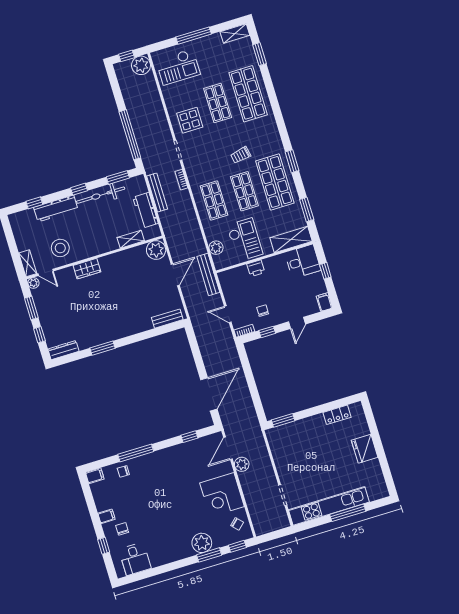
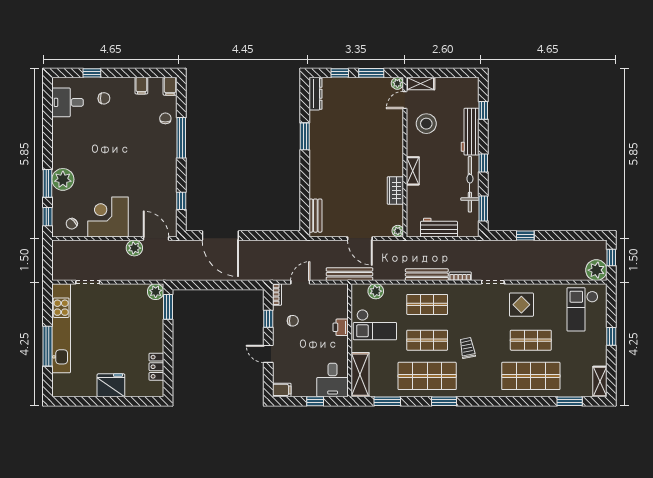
window: (194, 36) -> (611, 336), width x0.46
window: (130, 135) -> (525, 236), width x0.32
bench: (157, 192) -> (427, 275), moved
shelving: (131, 239) -> (413, 171), moved
plant: (156, 250) -> (398, 231), width x0.53, depth x0.53
wardrobe: (87, 269) -> (395, 191), moved
plant: (273, 435) -> (156, 292), added
filing cabinet: (106, 516) -> (141, 86), moved

